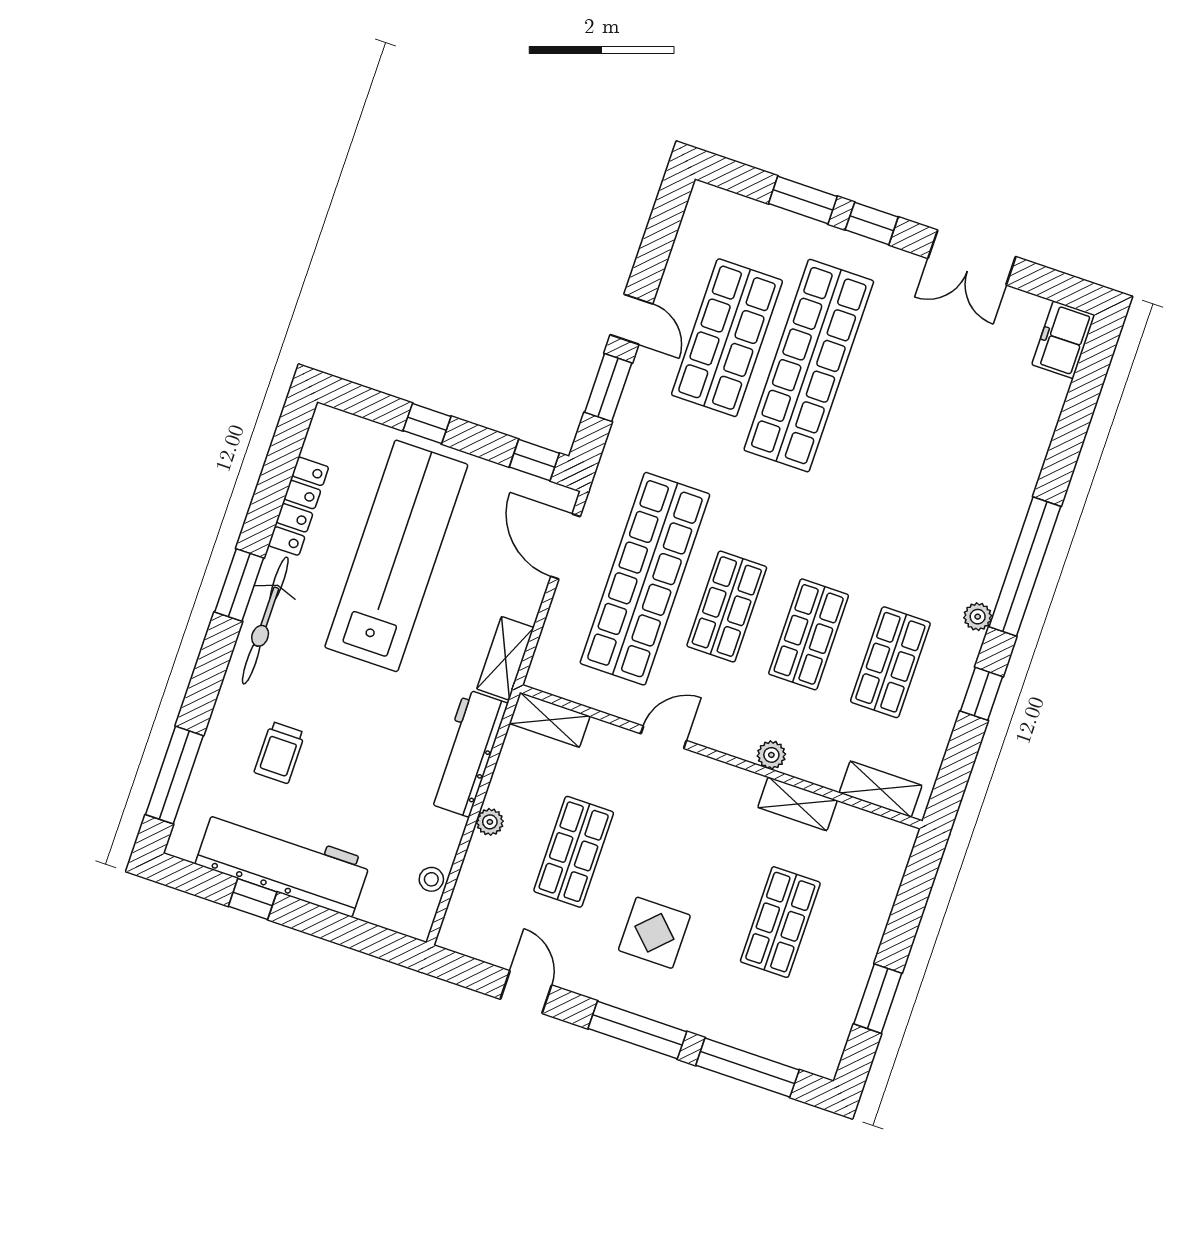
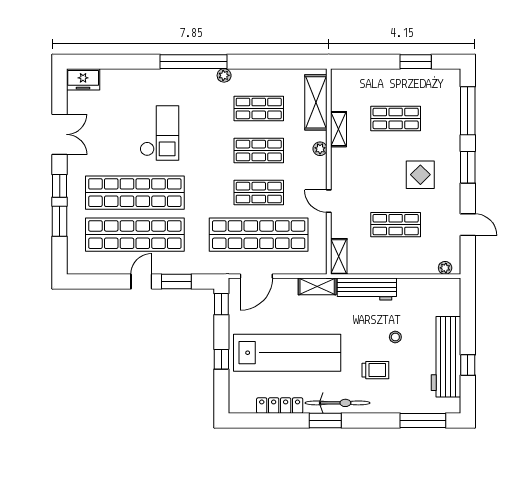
shop shelf: (727, 338) -> (135, 235), width x1.40
checkout: (908, 453) -> (159, 133), added
lab bench: (396, 556) -> (287, 353), turned 180
window: (981, 694) -> (259, 62), removed
trolley: (280, 753) -> (375, 370), moved
shelving: (881, 789) -> (316, 102), width x1.50, depth x1.33
plant: (490, 822) -> (445, 268), moved
stool: (431, 879) -> (395, 337), moved
door: (526, 992) -> (468, 225), swing flipped
window: (637, 1030) -> (468, 167), width x0.69

